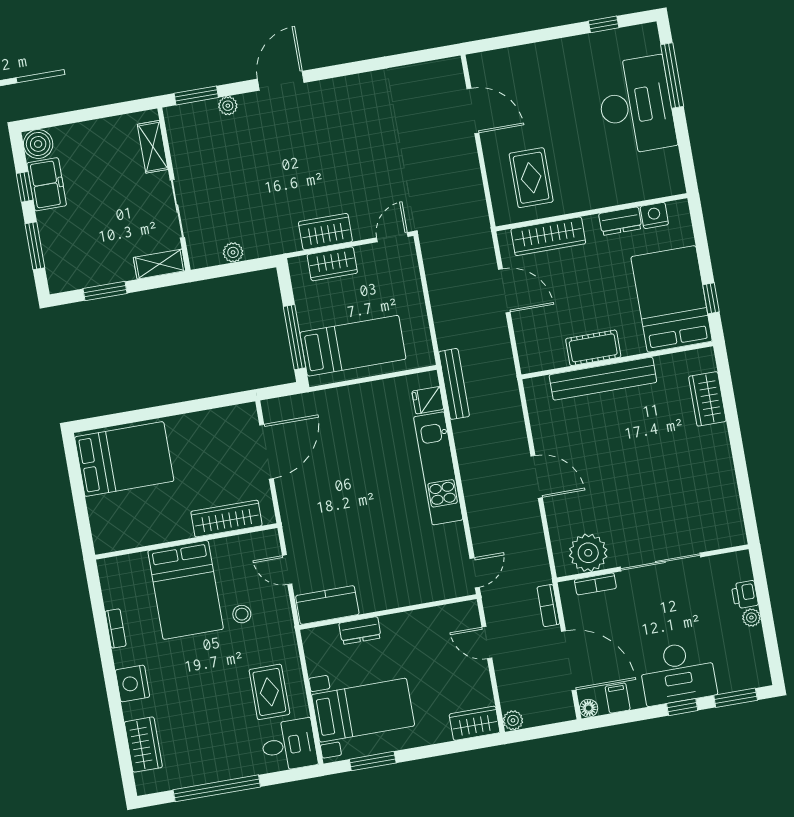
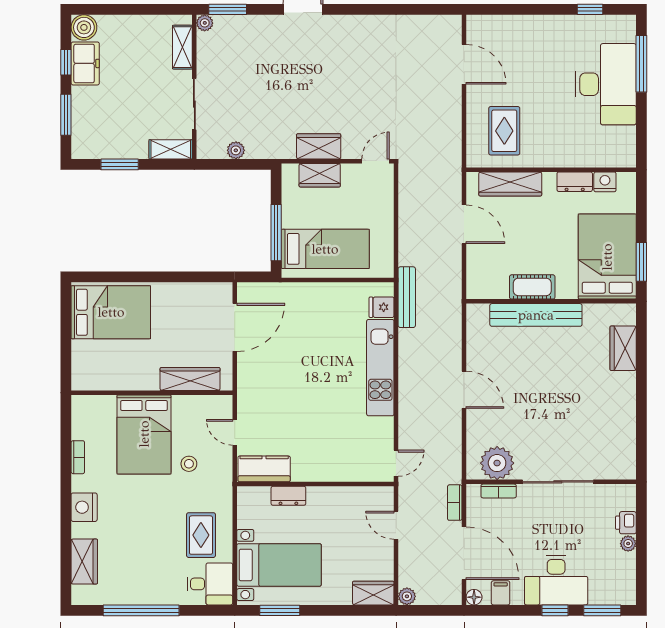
plant: (228, 106) -> (205, 23), moved
window: (711, 298) -> (641, 262), width x1.50

